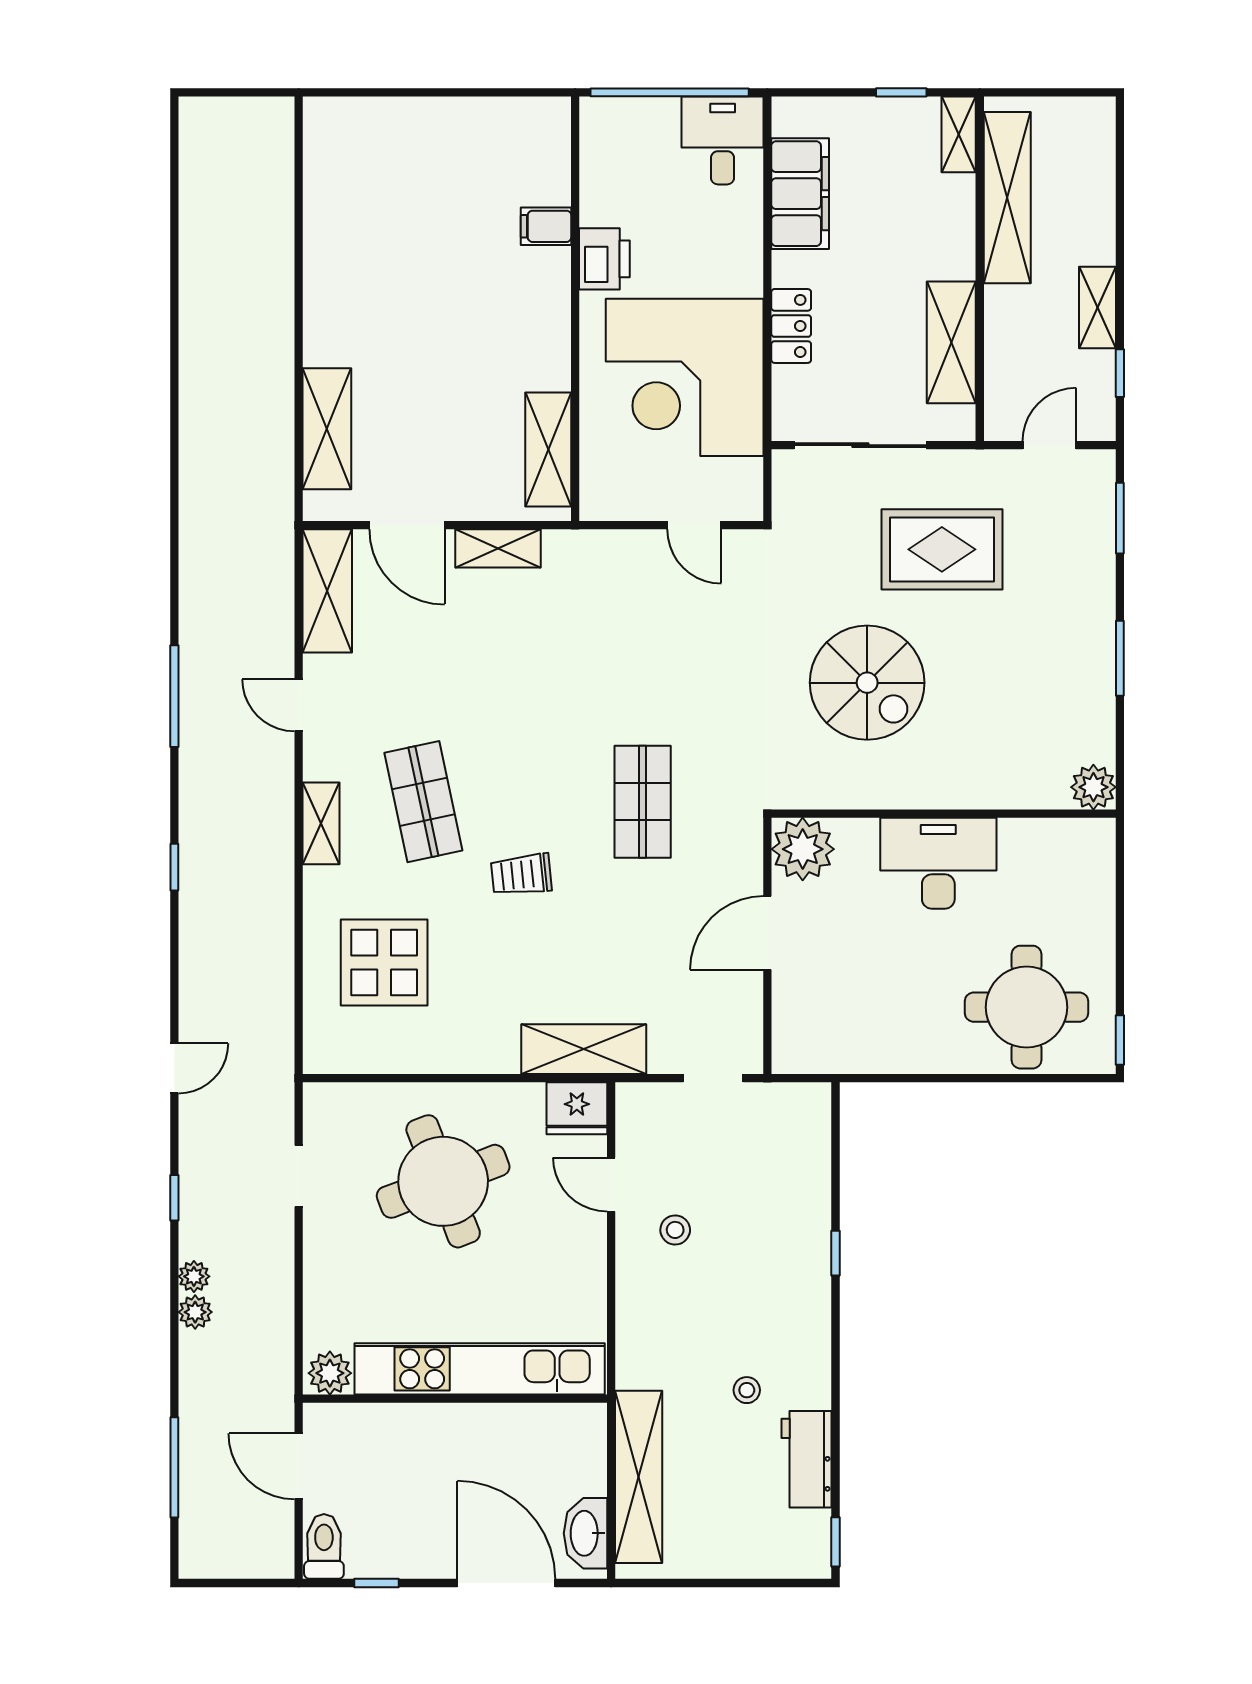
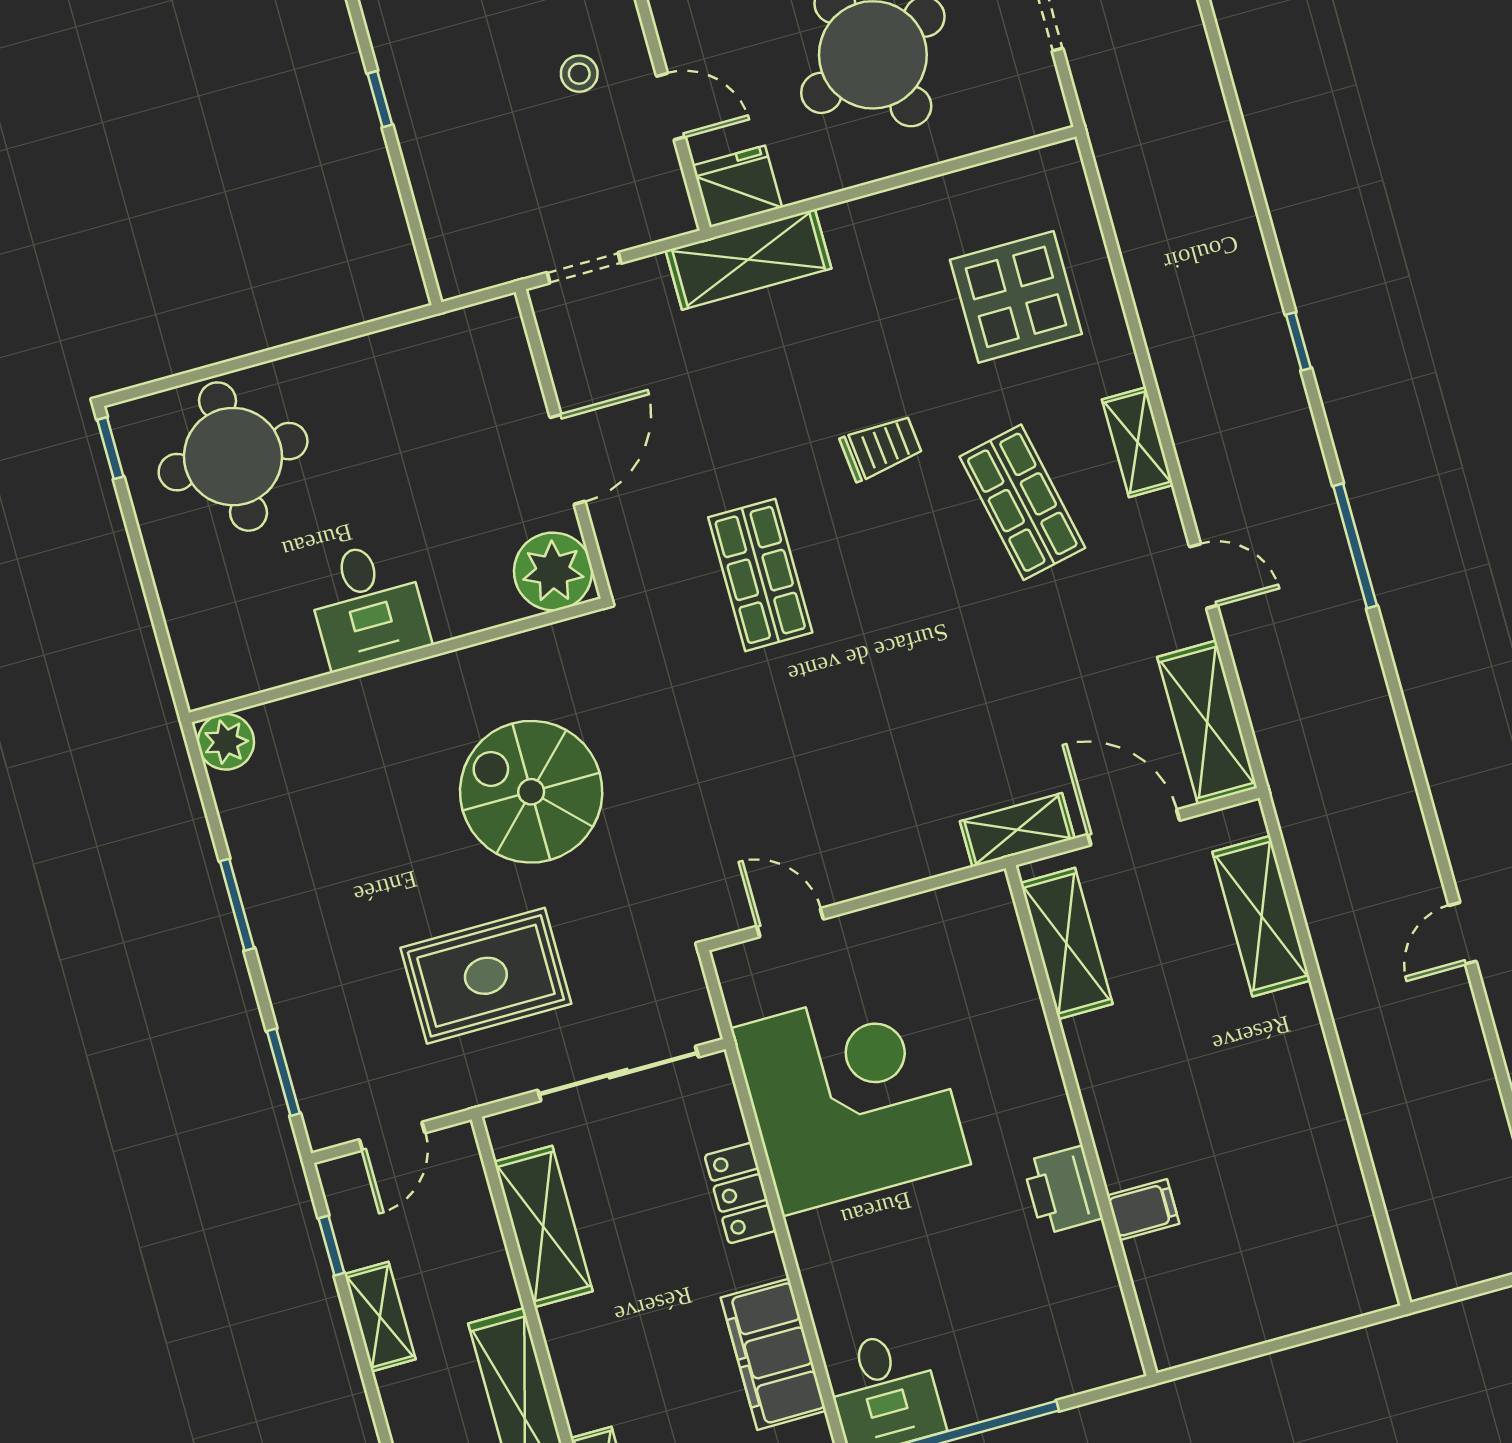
filing cabinet: (546, 226) -> (1143, 1210), moved
printer: (604, 259) -> (1063, 1190), moved
wall: (575, 309) -> (1081, 1121), moved
shelving: (548, 449) -> (1066, 944), moved
desk: (938, 863) -> (367, 605), width x0.73
door: (174, 1068) -> (1463, 933), moved

